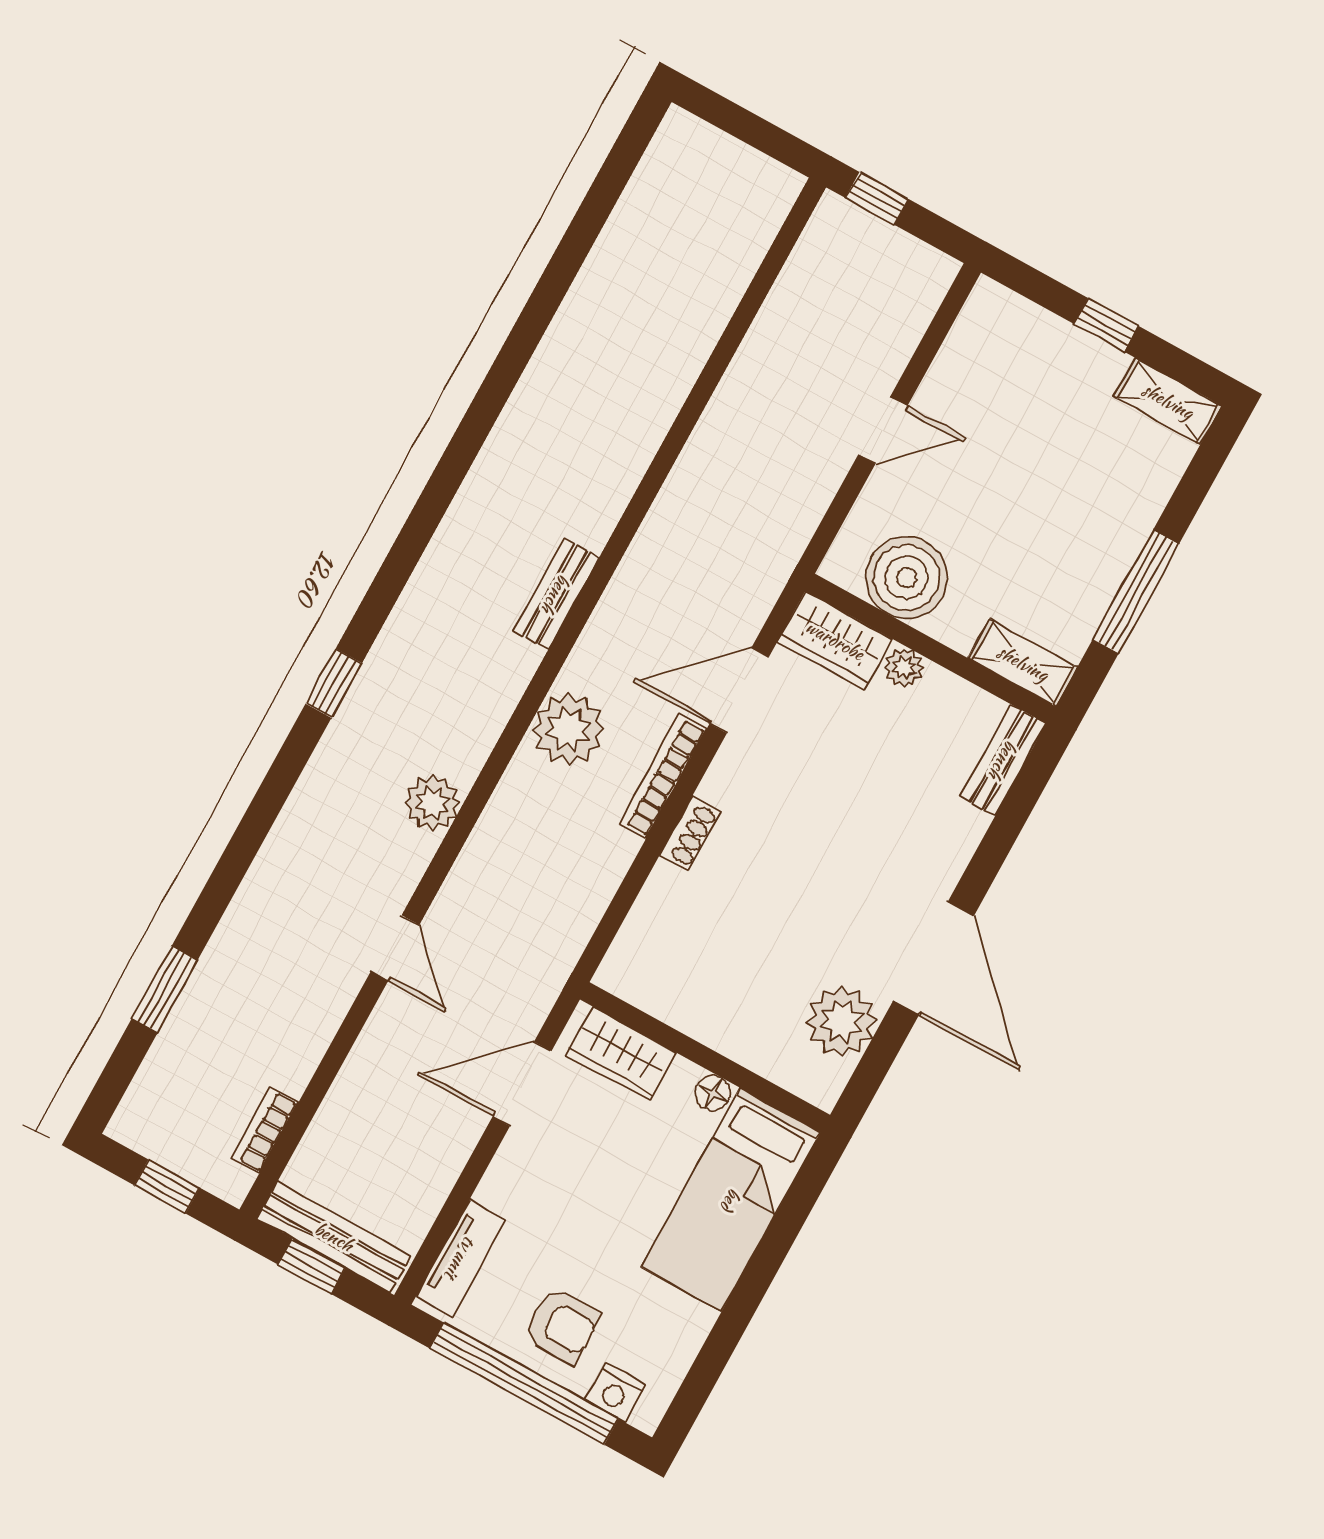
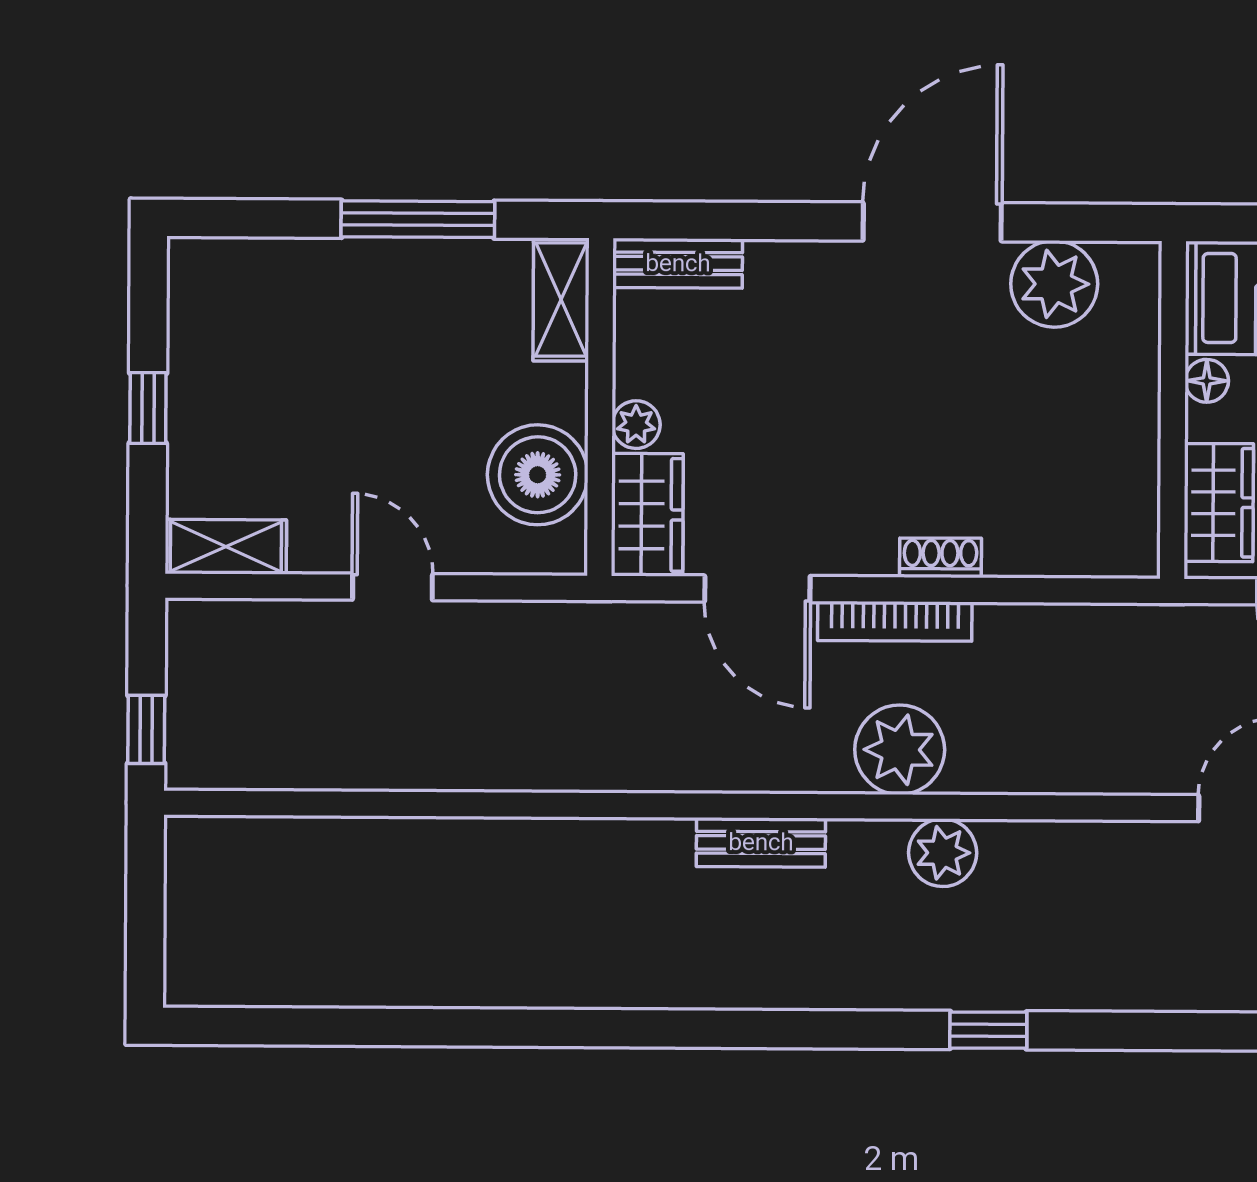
shelving: (1168, 401) -> (226, 547), moved, turned 90
plant: (432, 803) -> (943, 853), moved

